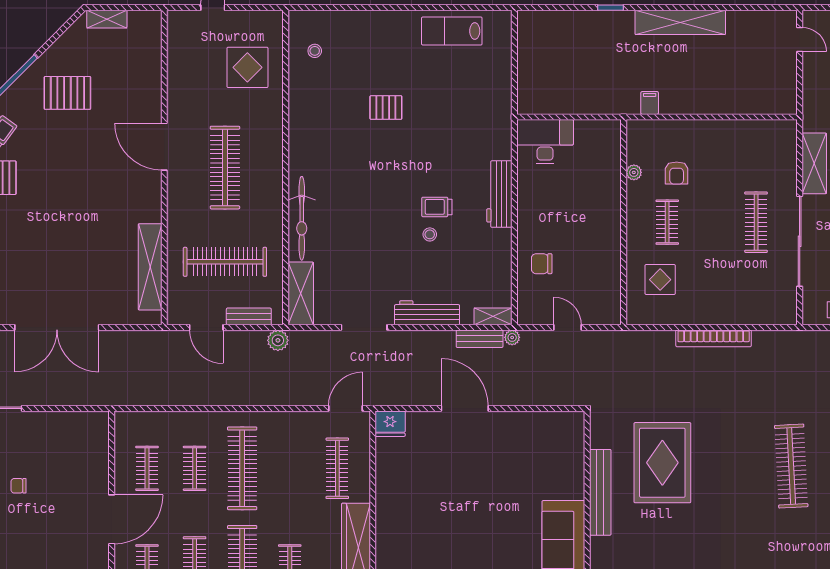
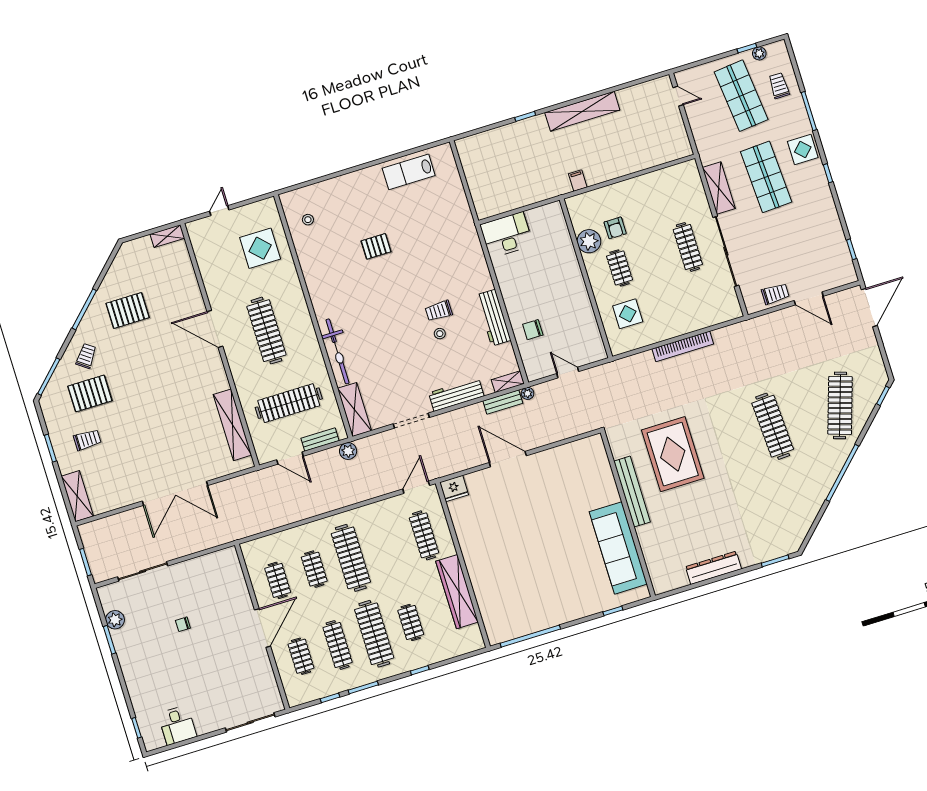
shelving: (107, 19) -> (167, 236), moved
plant: (634, 172) -> (589, 241), width x1.88, depth x1.88
workbench: (499, 194) -> (494, 318), moved

